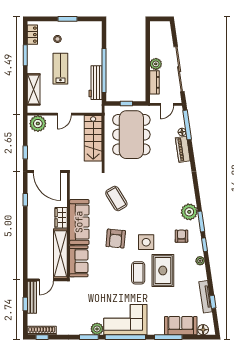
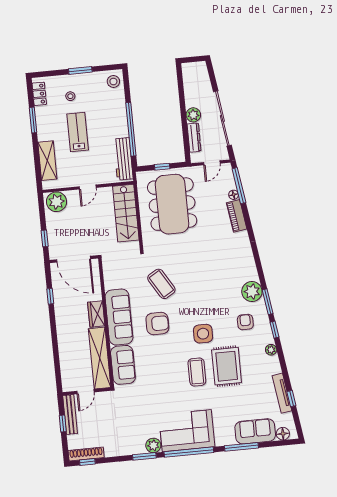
stool: (94, 30) -> (113, 81), added
workbench: (95, 83) -> (123, 159), moved
armchair: (116, 239) -> (157, 323), moved, turned -95

